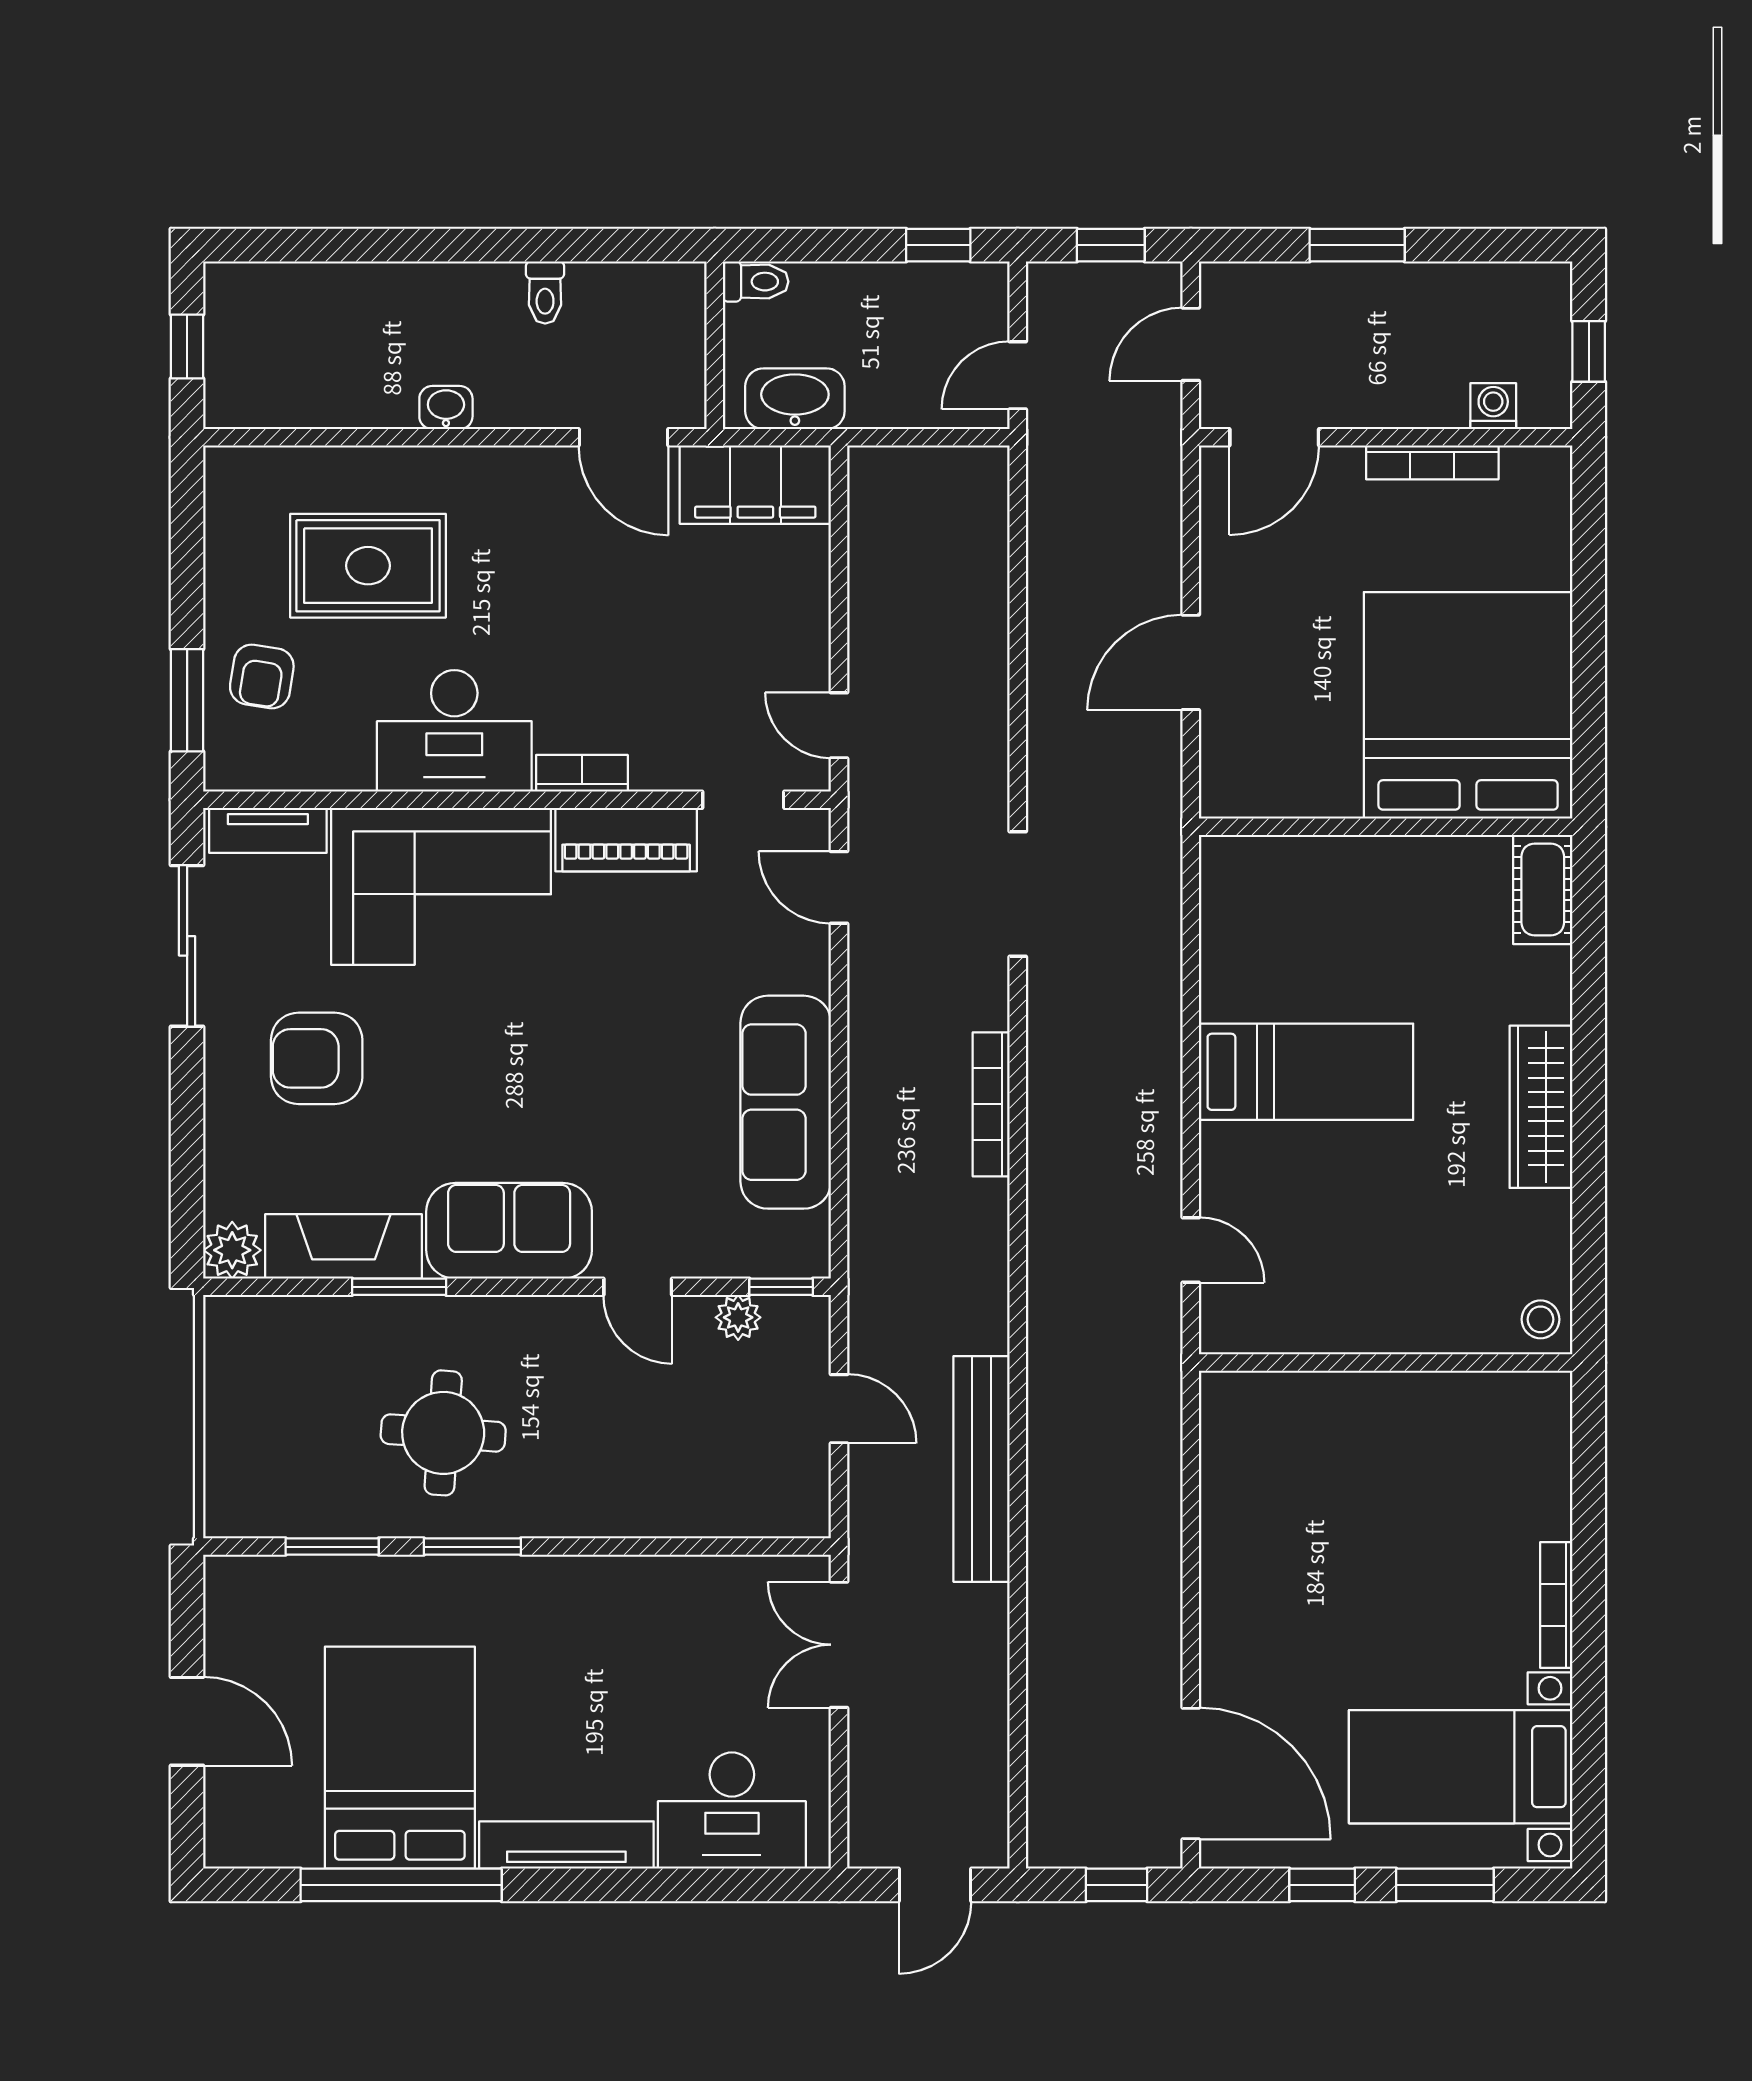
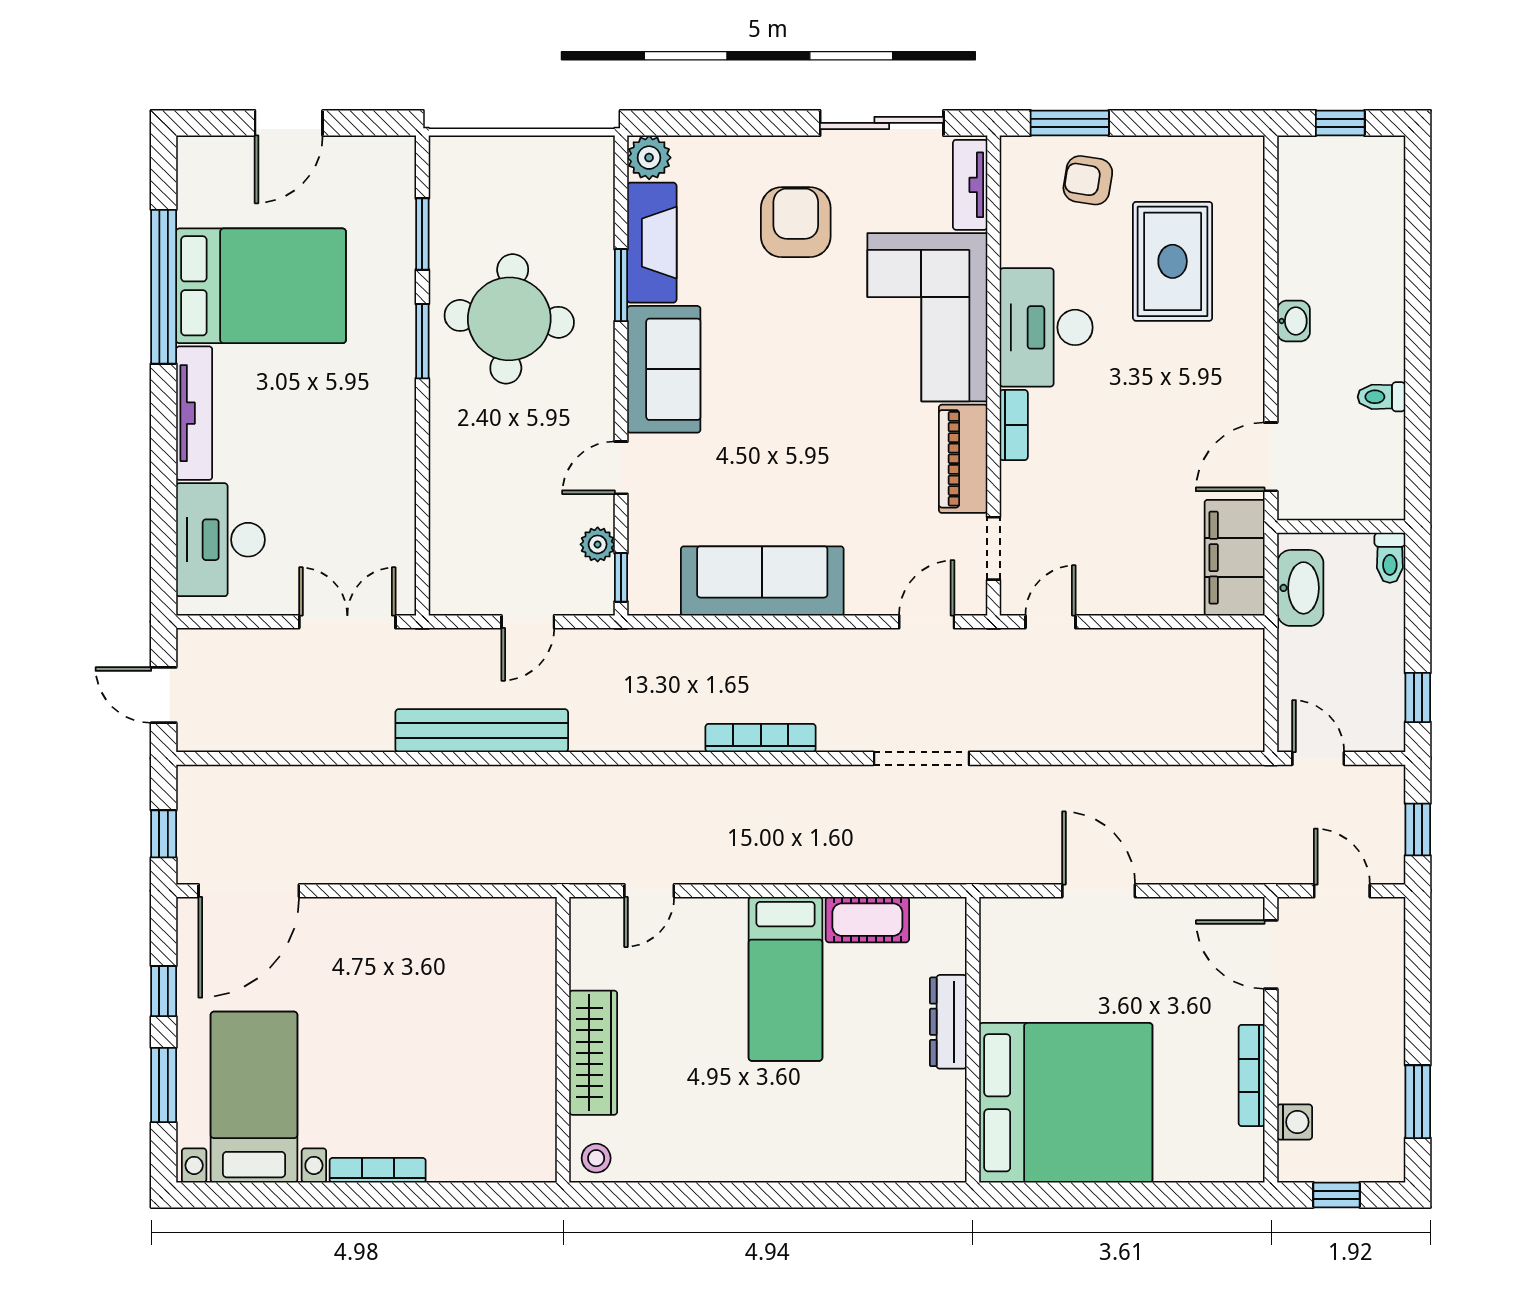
window: (1357, 245) -> (1418, 1102), moved
dresser: (1362, 859) -> (948, 1022), added
cot: (1543, 890) -> (867, 920), moved
wardrobe: (1541, 1107) -> (593, 1053), moved, turned 90
round table: (443, 1433) -> (509, 319), width x1.36, depth x1.36

